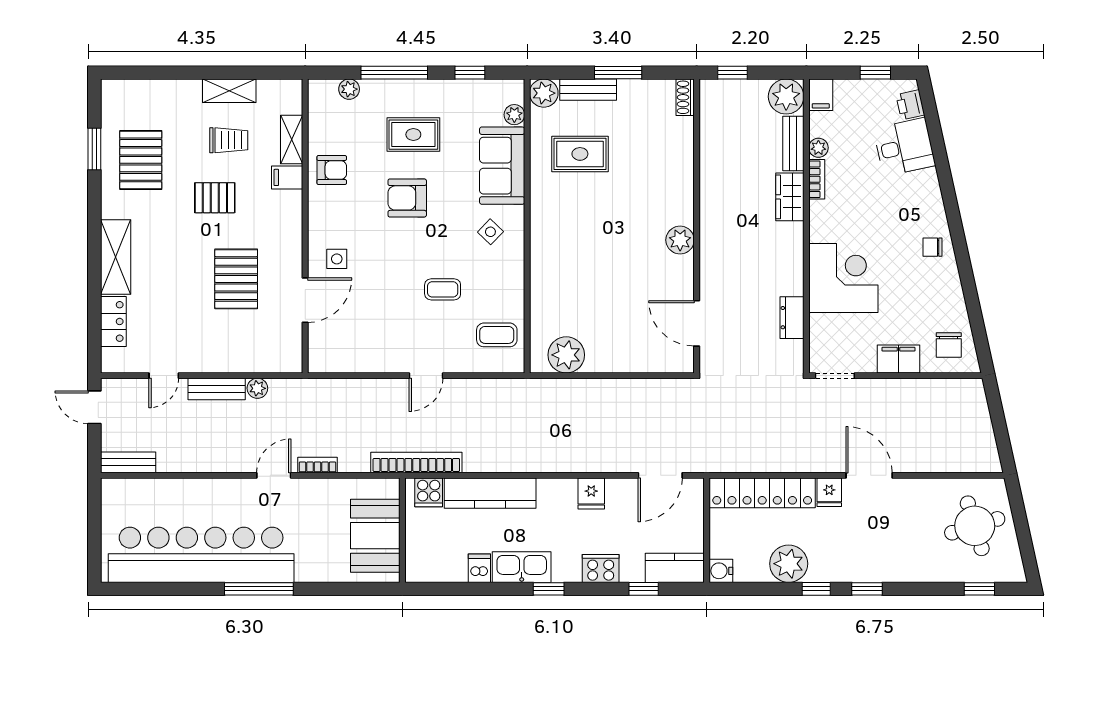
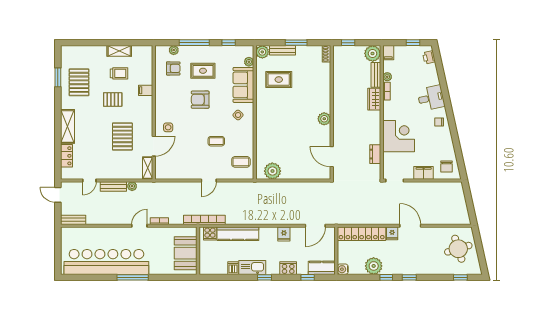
shelving: (292, 139) -> (148, 168), moved
desk: (904, 147) -> (431, 98), moved
armchair: (332, 170) -> (173, 68), moved

